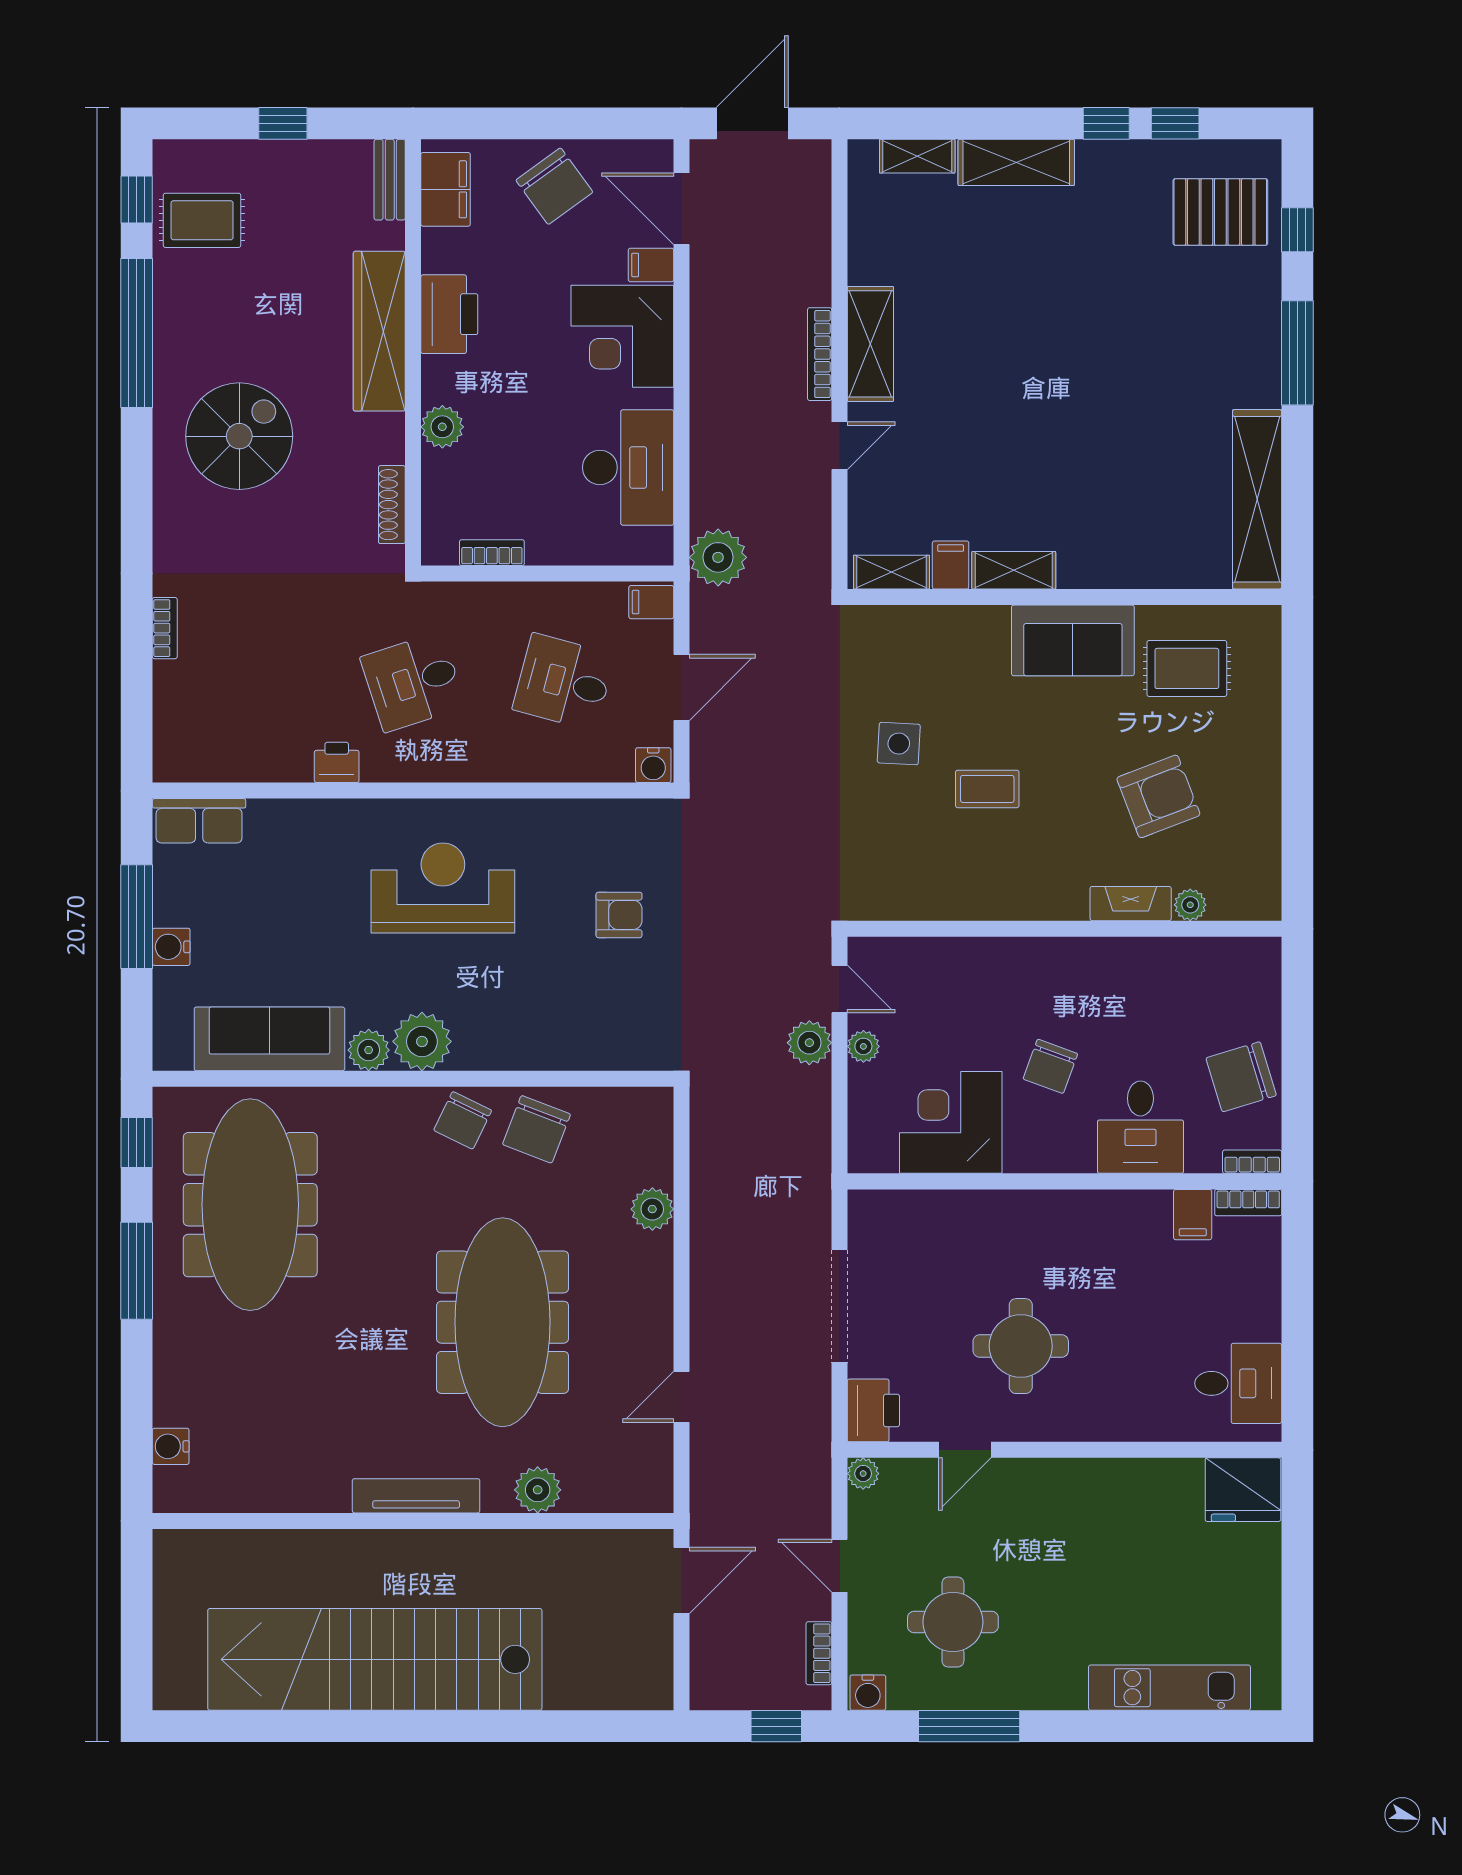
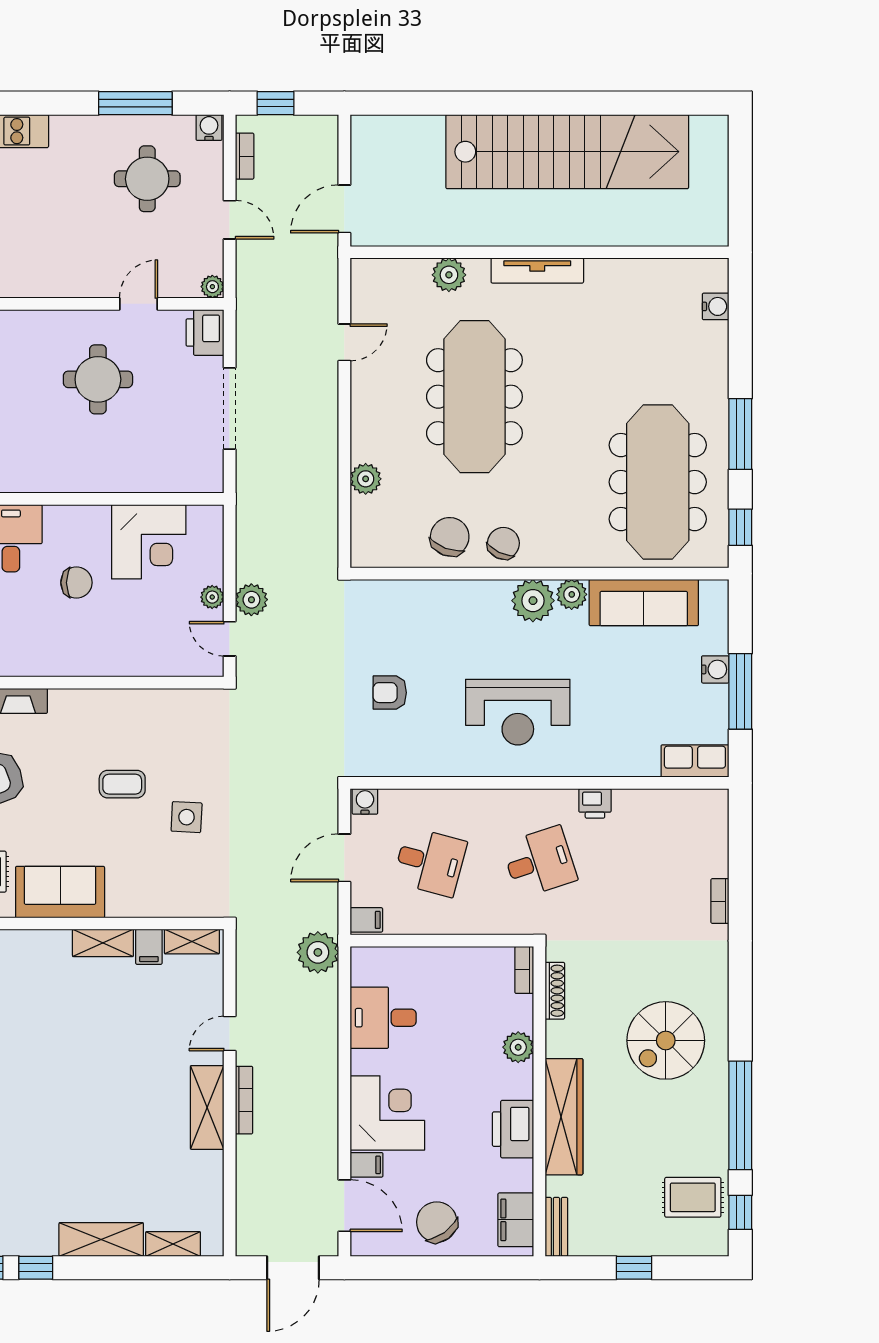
desk: (628, 467) -> (383, 1018), width x0.73
bookcase: (492, 553) -> (524, 970), moved, turned 90
chair: (1050, 1066) -> (76, 583), turned 70

